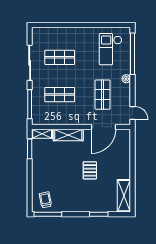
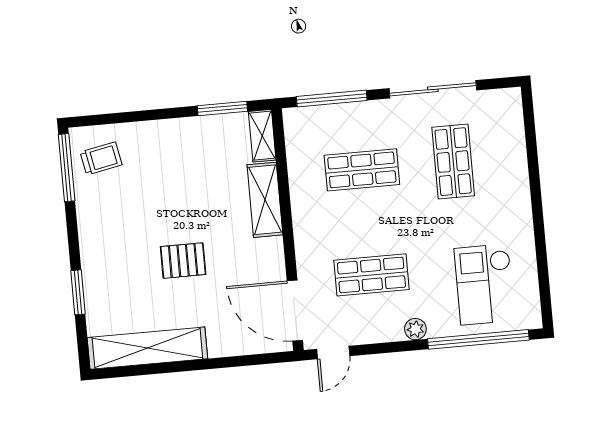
checkout: (111, 49) -> (485, 284), turned -90
shop shelf: (60, 95) -> (362, 170), turned 90
door: (103, 127) -> (295, 311), moved
shelving: (124, 196) -> (147, 348), width x1.47

